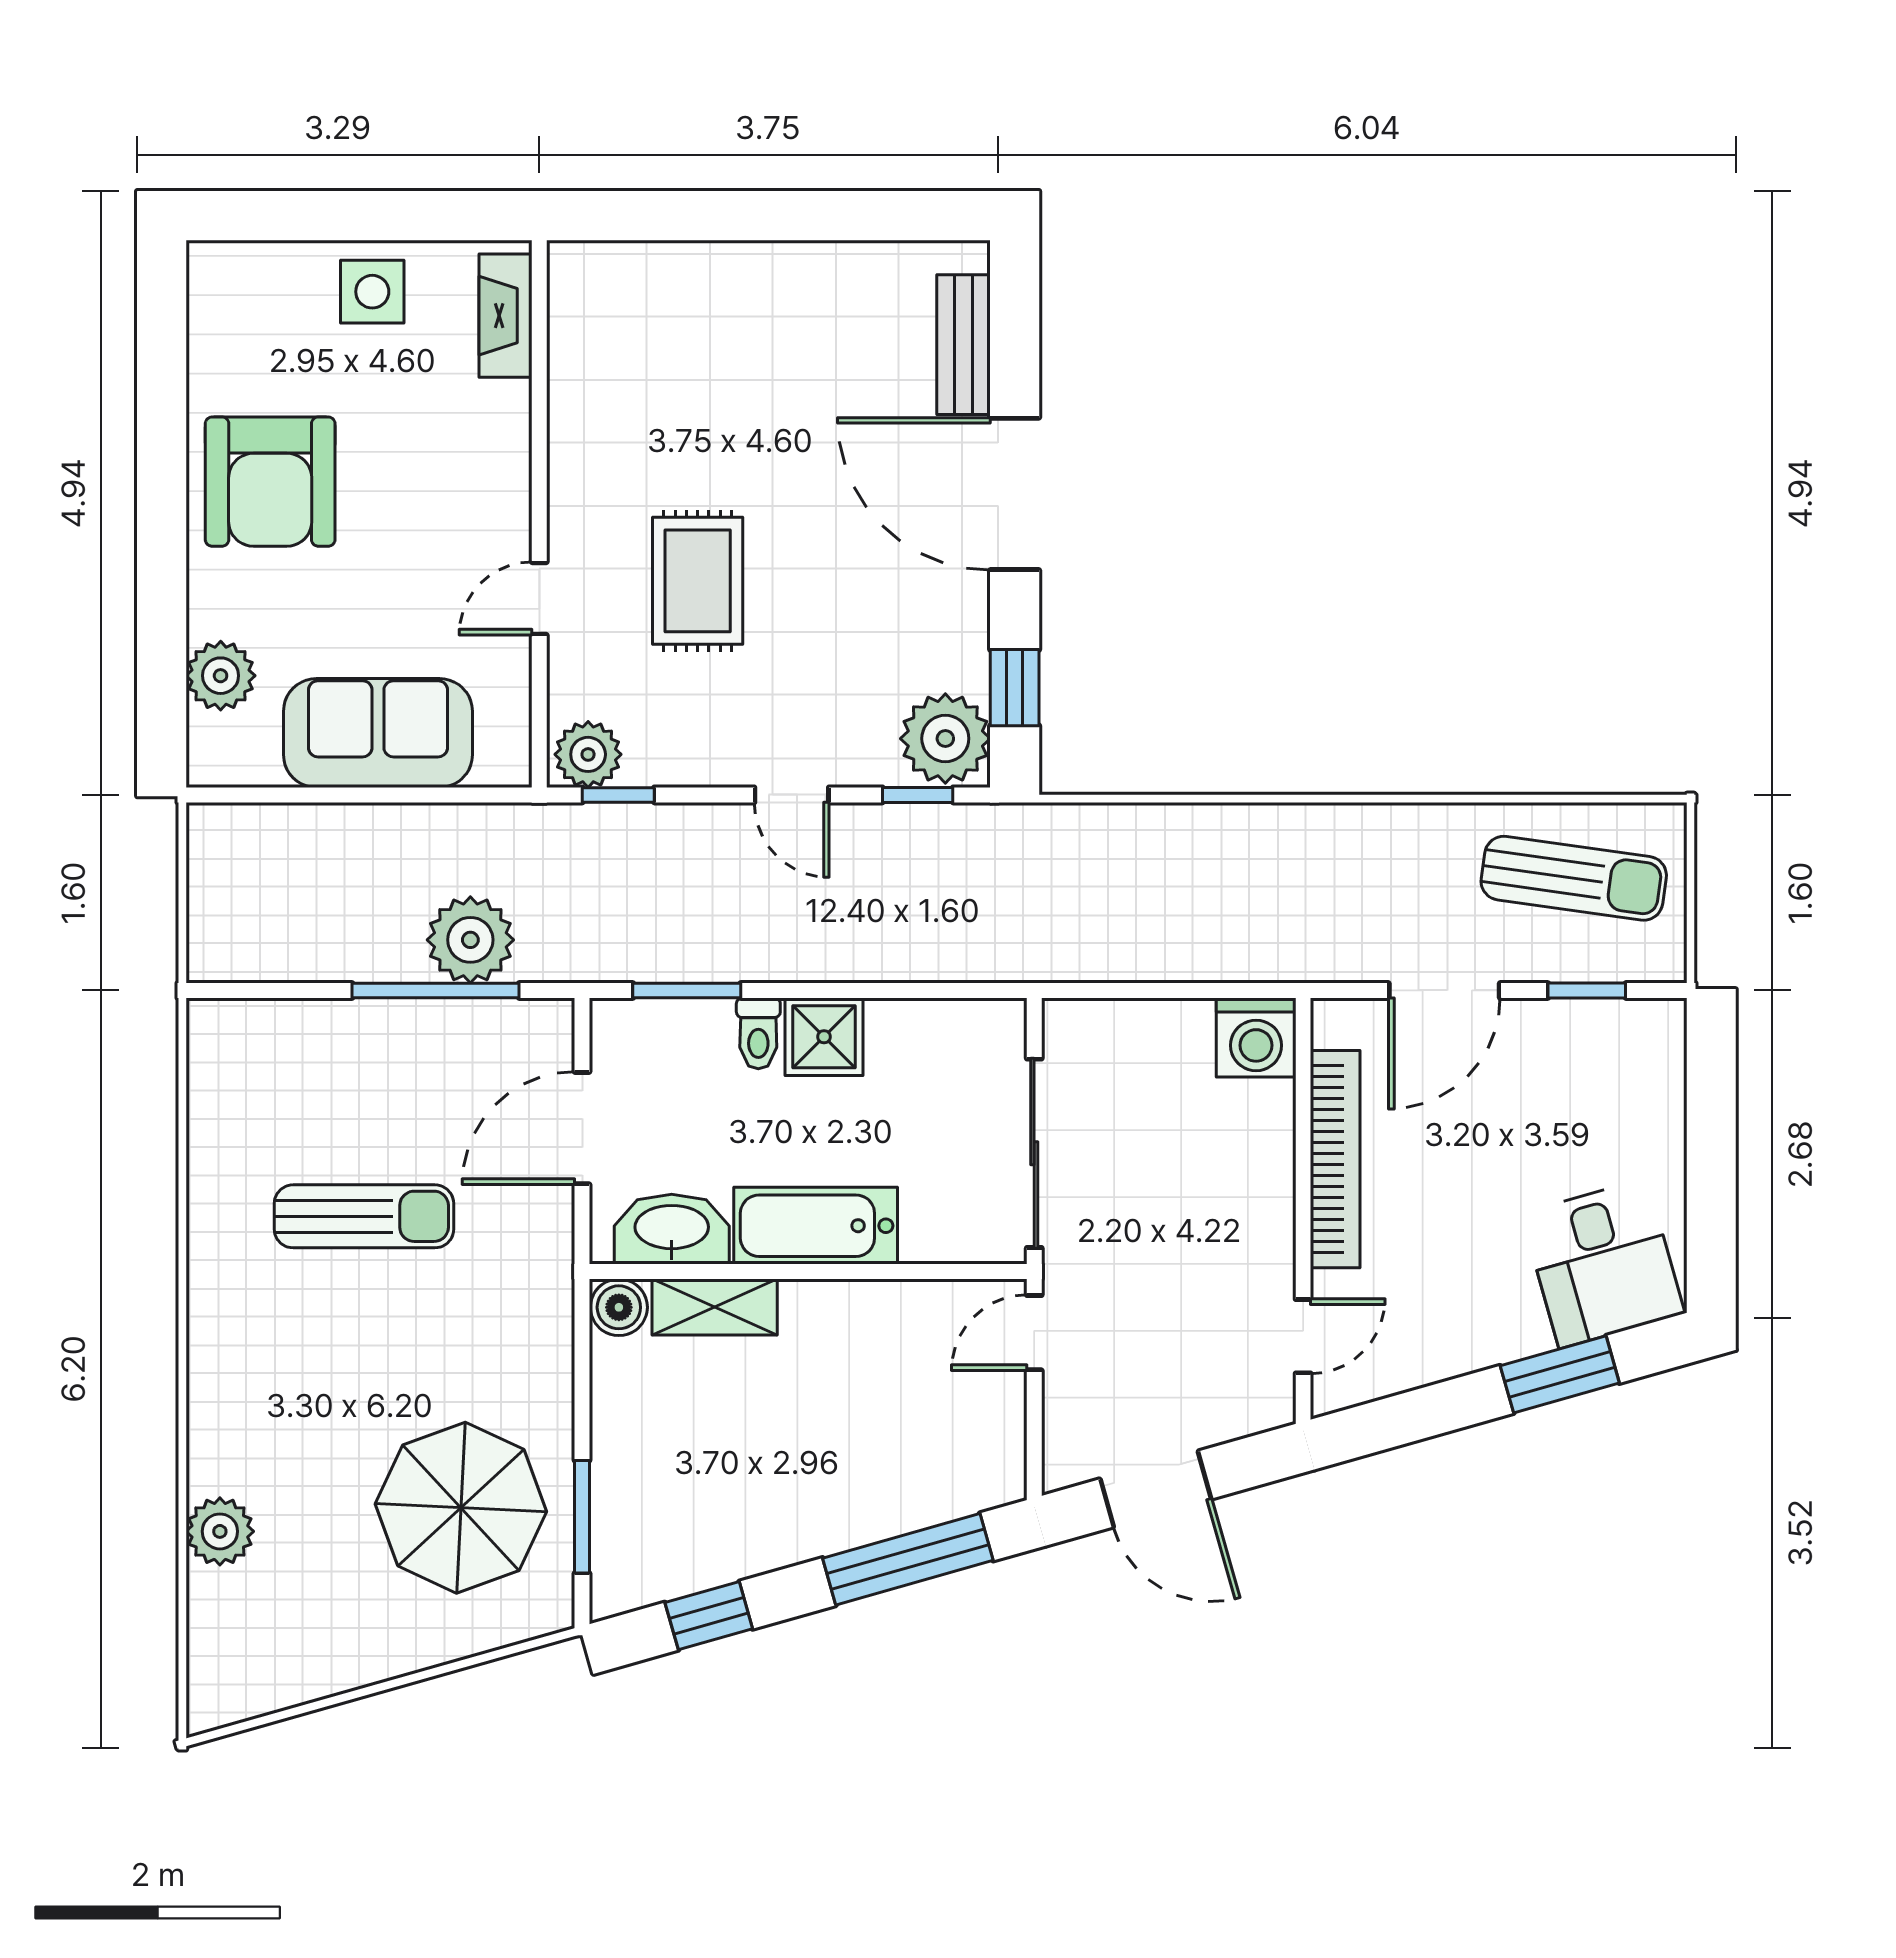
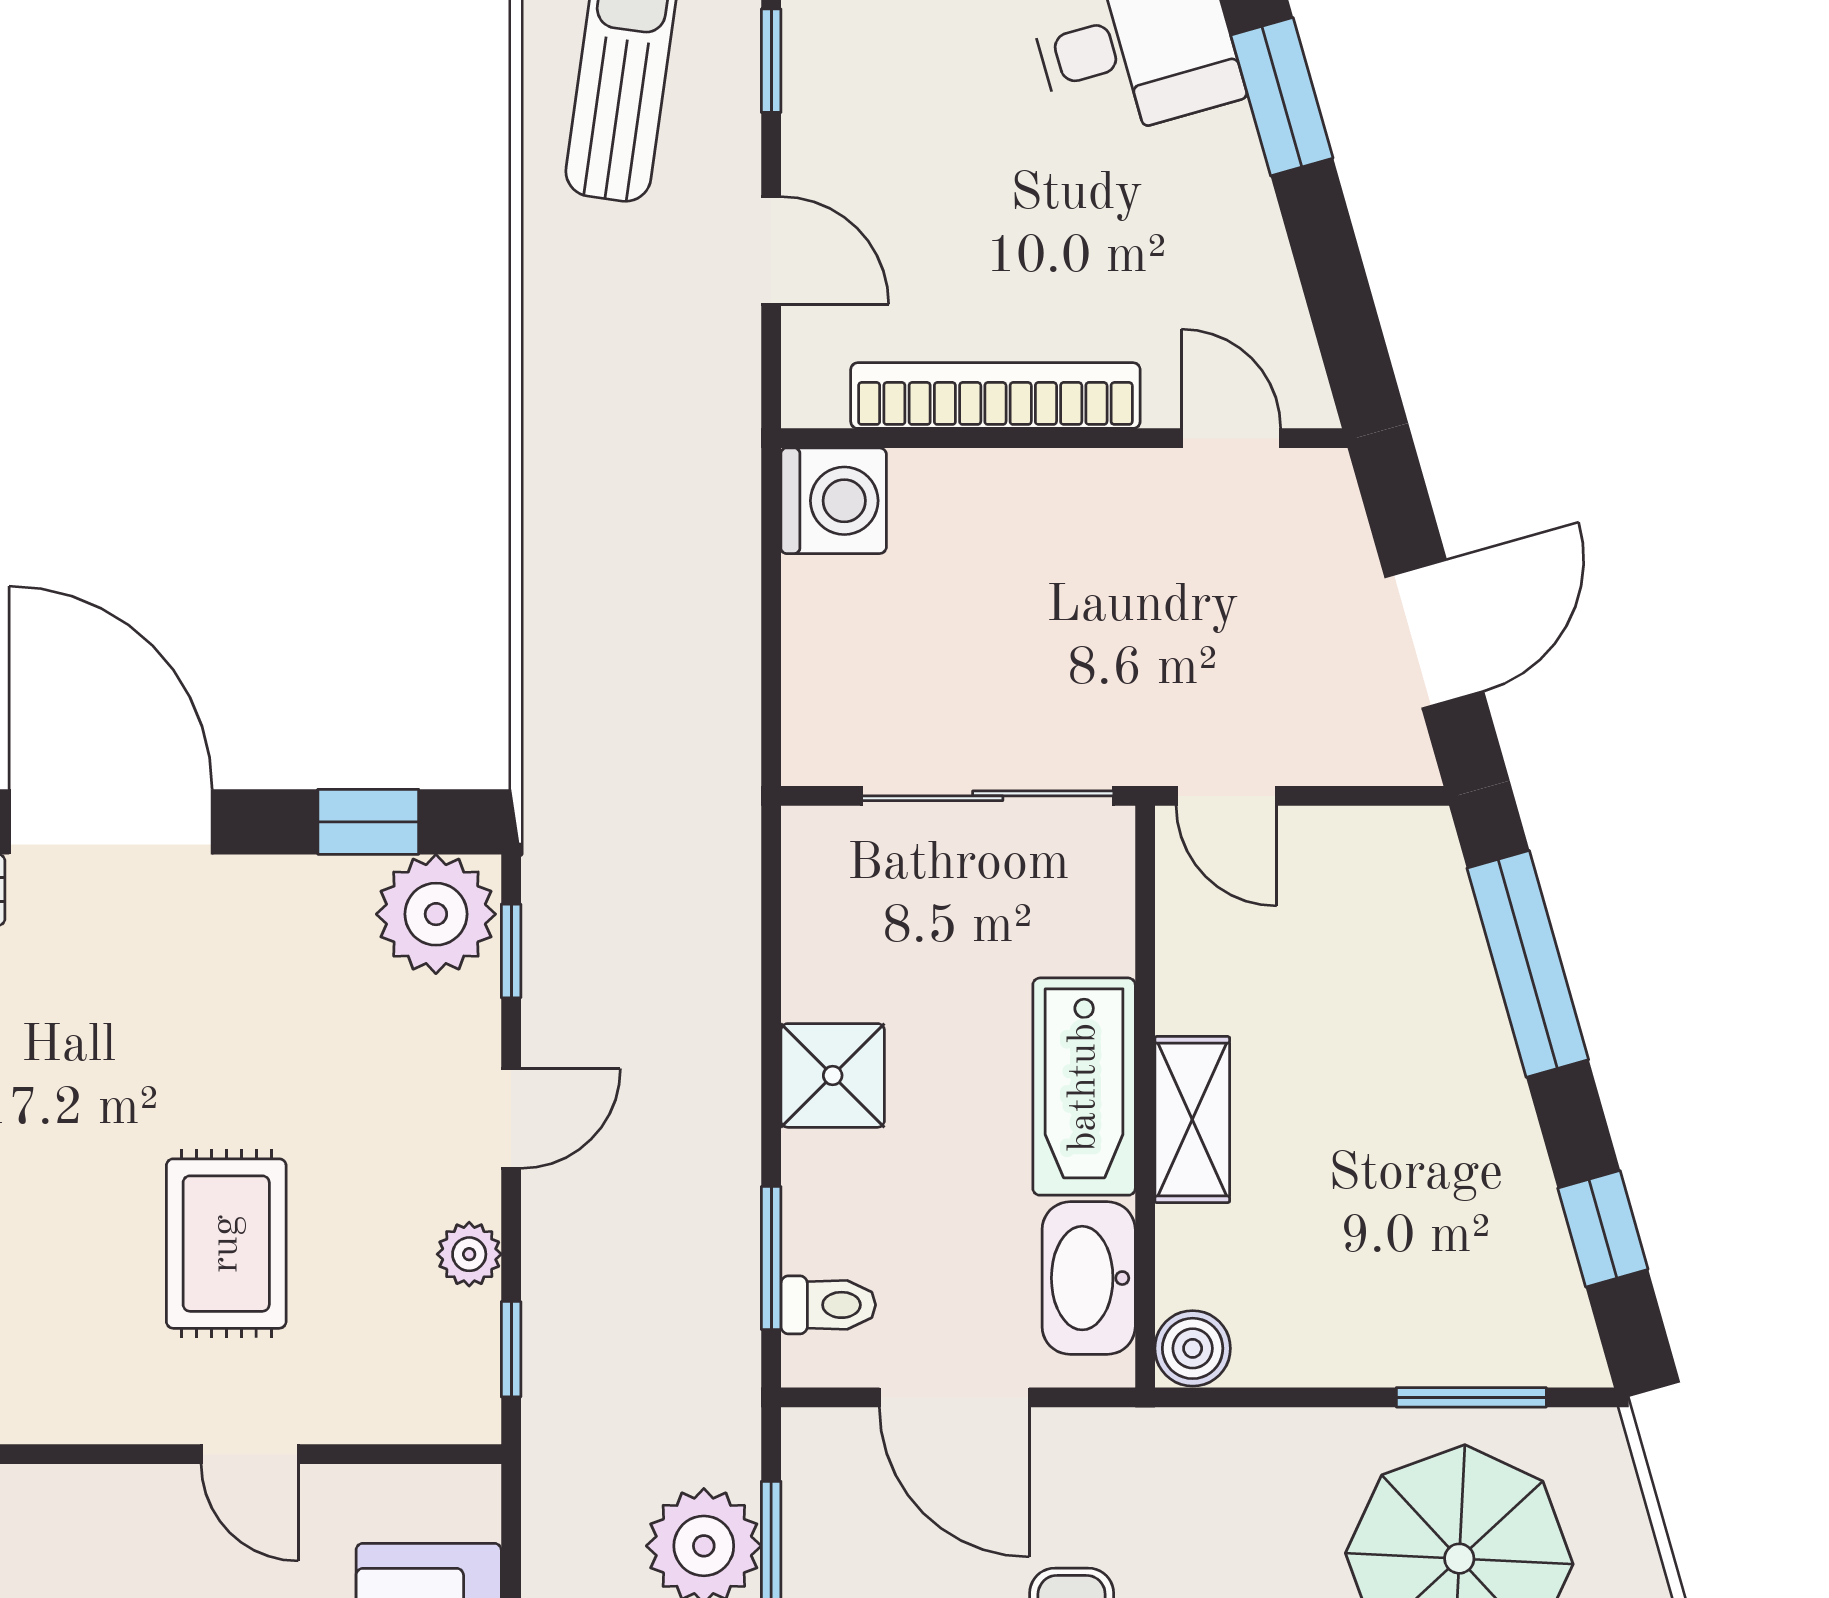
door: (1015, 494) -> (111, 822), swing flipped
rug: (698, 581) -> (226, 1244), turned 90
plant: (588, 754) -> (469, 1254), moved, width x0.73, depth x0.73
door: (1444, 990) -> (771, 250), width x0.73
toilet: (758, 1033) -> (828, 1305), moved
shelving: (715, 1307) -> (1192, 1120), moved

